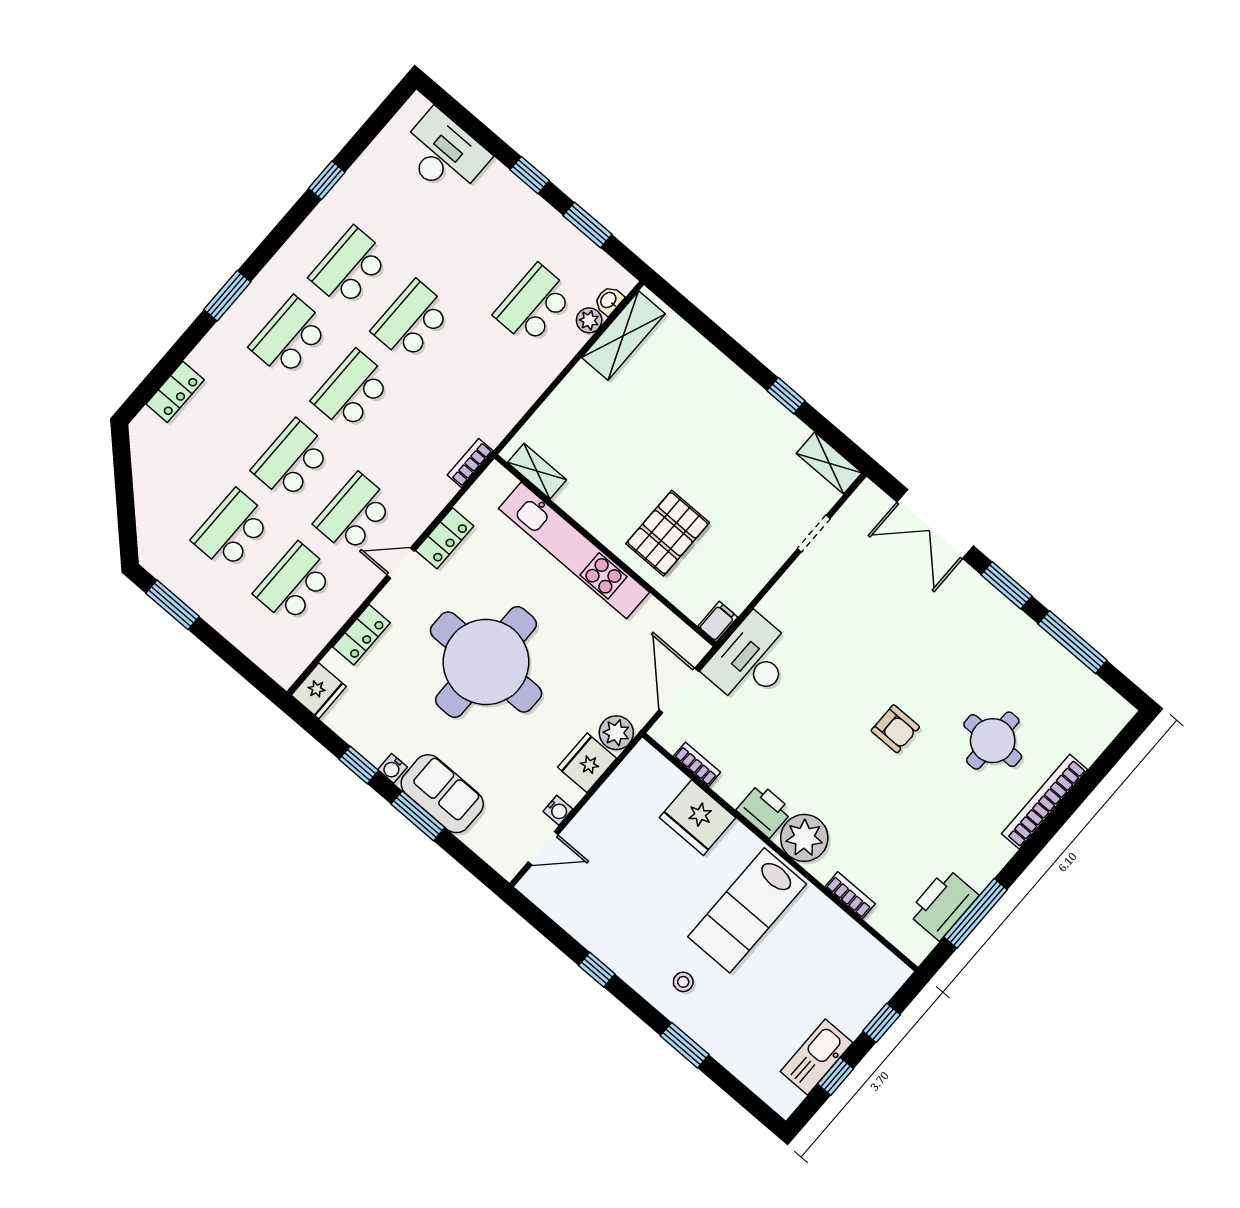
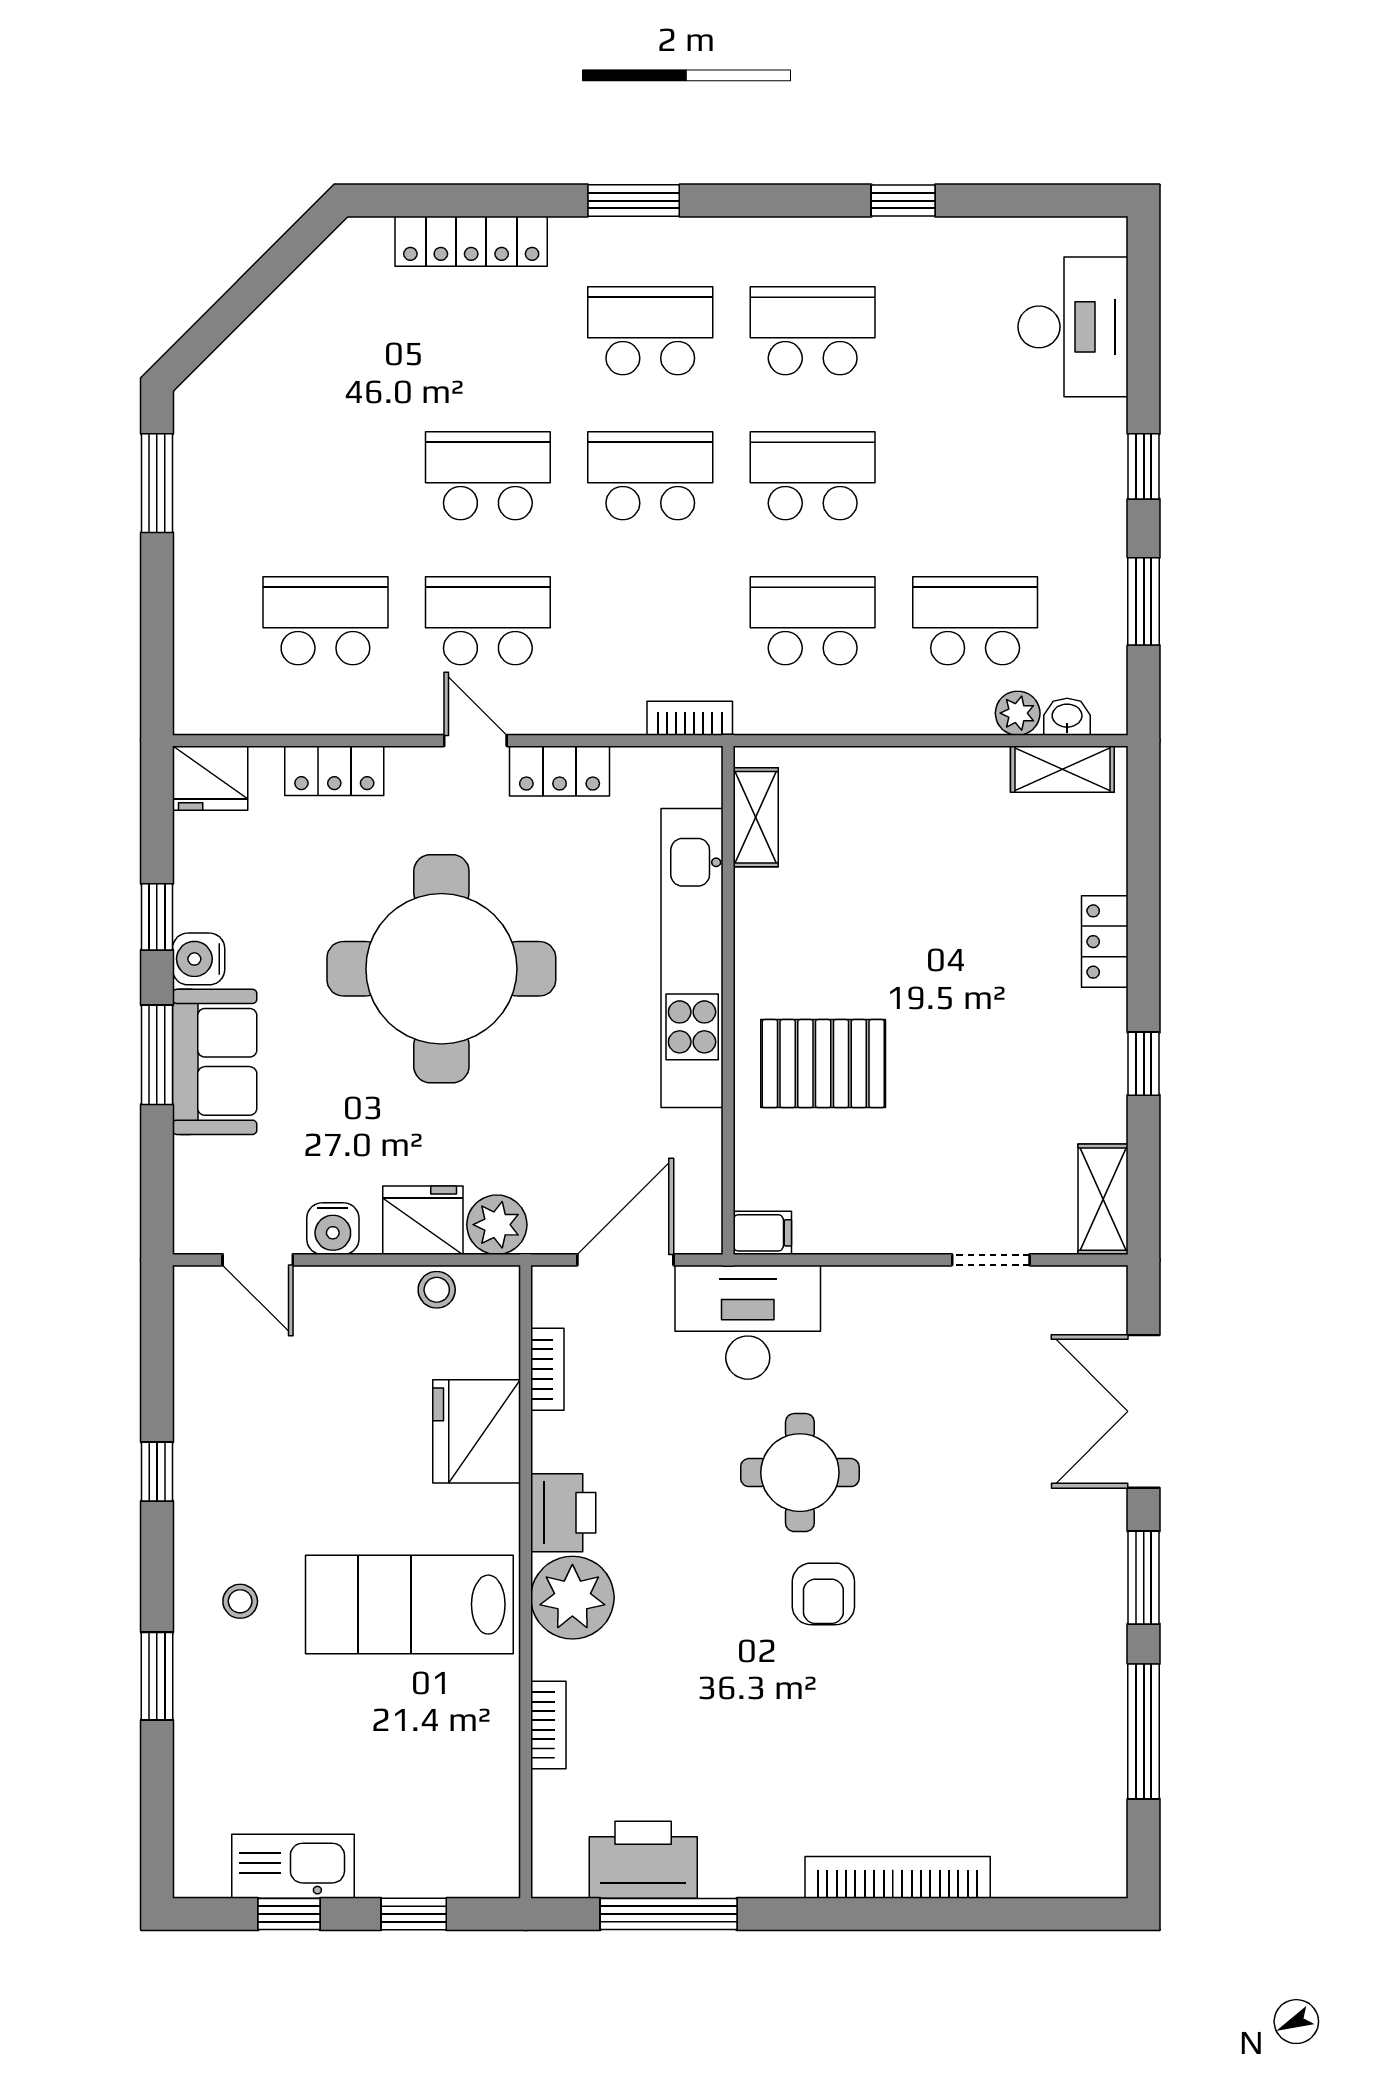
shelving: (623, 336) -> (1062, 769), width x0.67, depth x0.75
locker: (719, 367) -> (1105, 942), added
locker: (175, 392) -> (471, 241), width x1.53
school desk: (232, 530) -> (813, 621), moved
round table: (993, 741) -> (800, 1473), moved
water cooler: (393, 768) -> (199, 959), width x1.38, depth x1.38
stool: (622, 783) -> (437, 1290), added
water cooler: (558, 810) -> (333, 1229), width x1.38, depth x1.38

